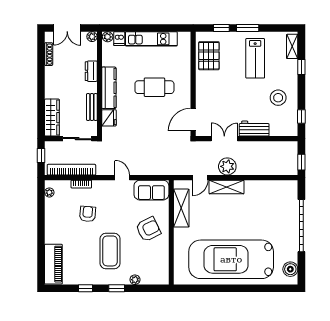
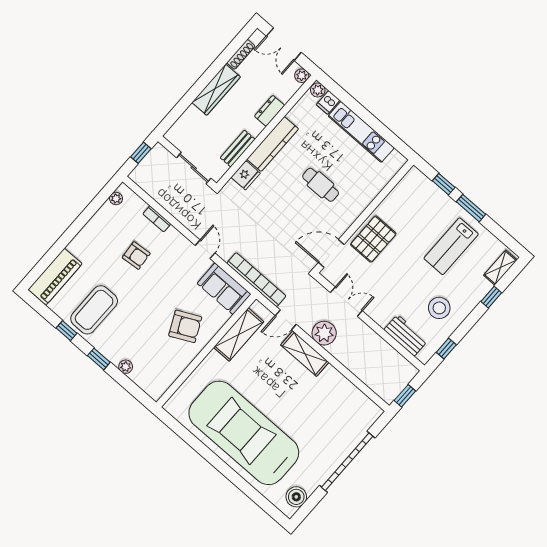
pallet: (209, 56) -> (373, 239), moved
cafe table: (154, 87) -> (321, 185), width x0.73, depth x0.74
wardrobe: (52, 118) -> (216, 90), moved
workbench: (254, 129) -> (406, 335), moved
bookcase: (71, 170) -> (256, 280), moved
armchair: (88, 214) -> (136, 256), turned 80
coffee table: (110, 251) -> (94, 310), moved

